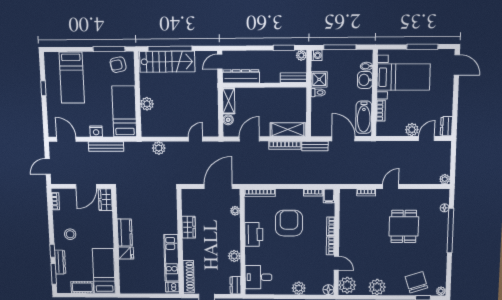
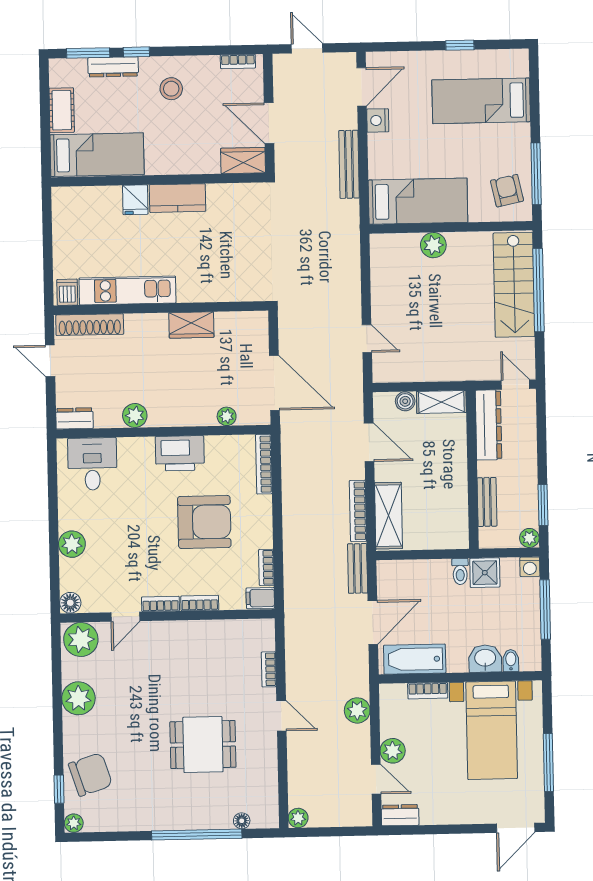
bench: (293, 78) -> (487, 502), moved
nightstand: (96, 131) -> (378, 120), moved
plant: (159, 148) -> (357, 710), moved

